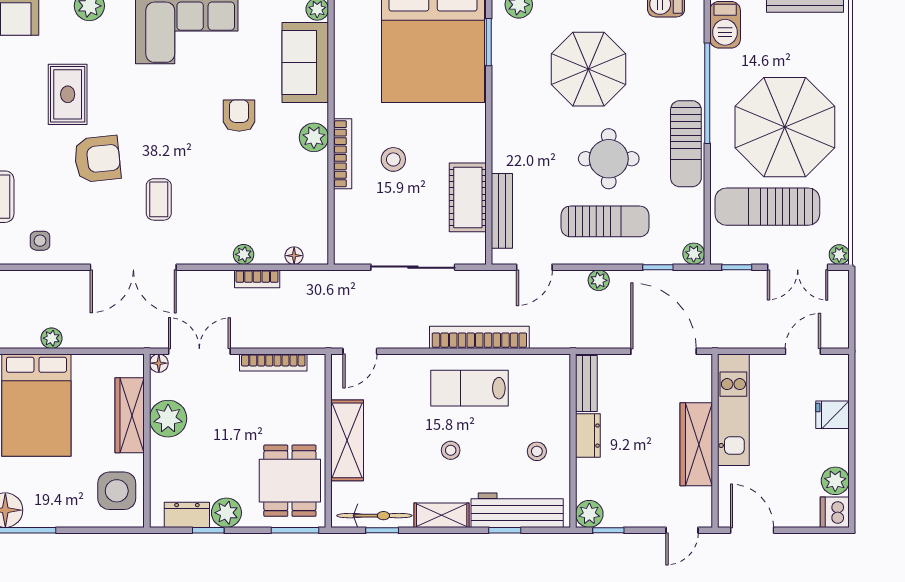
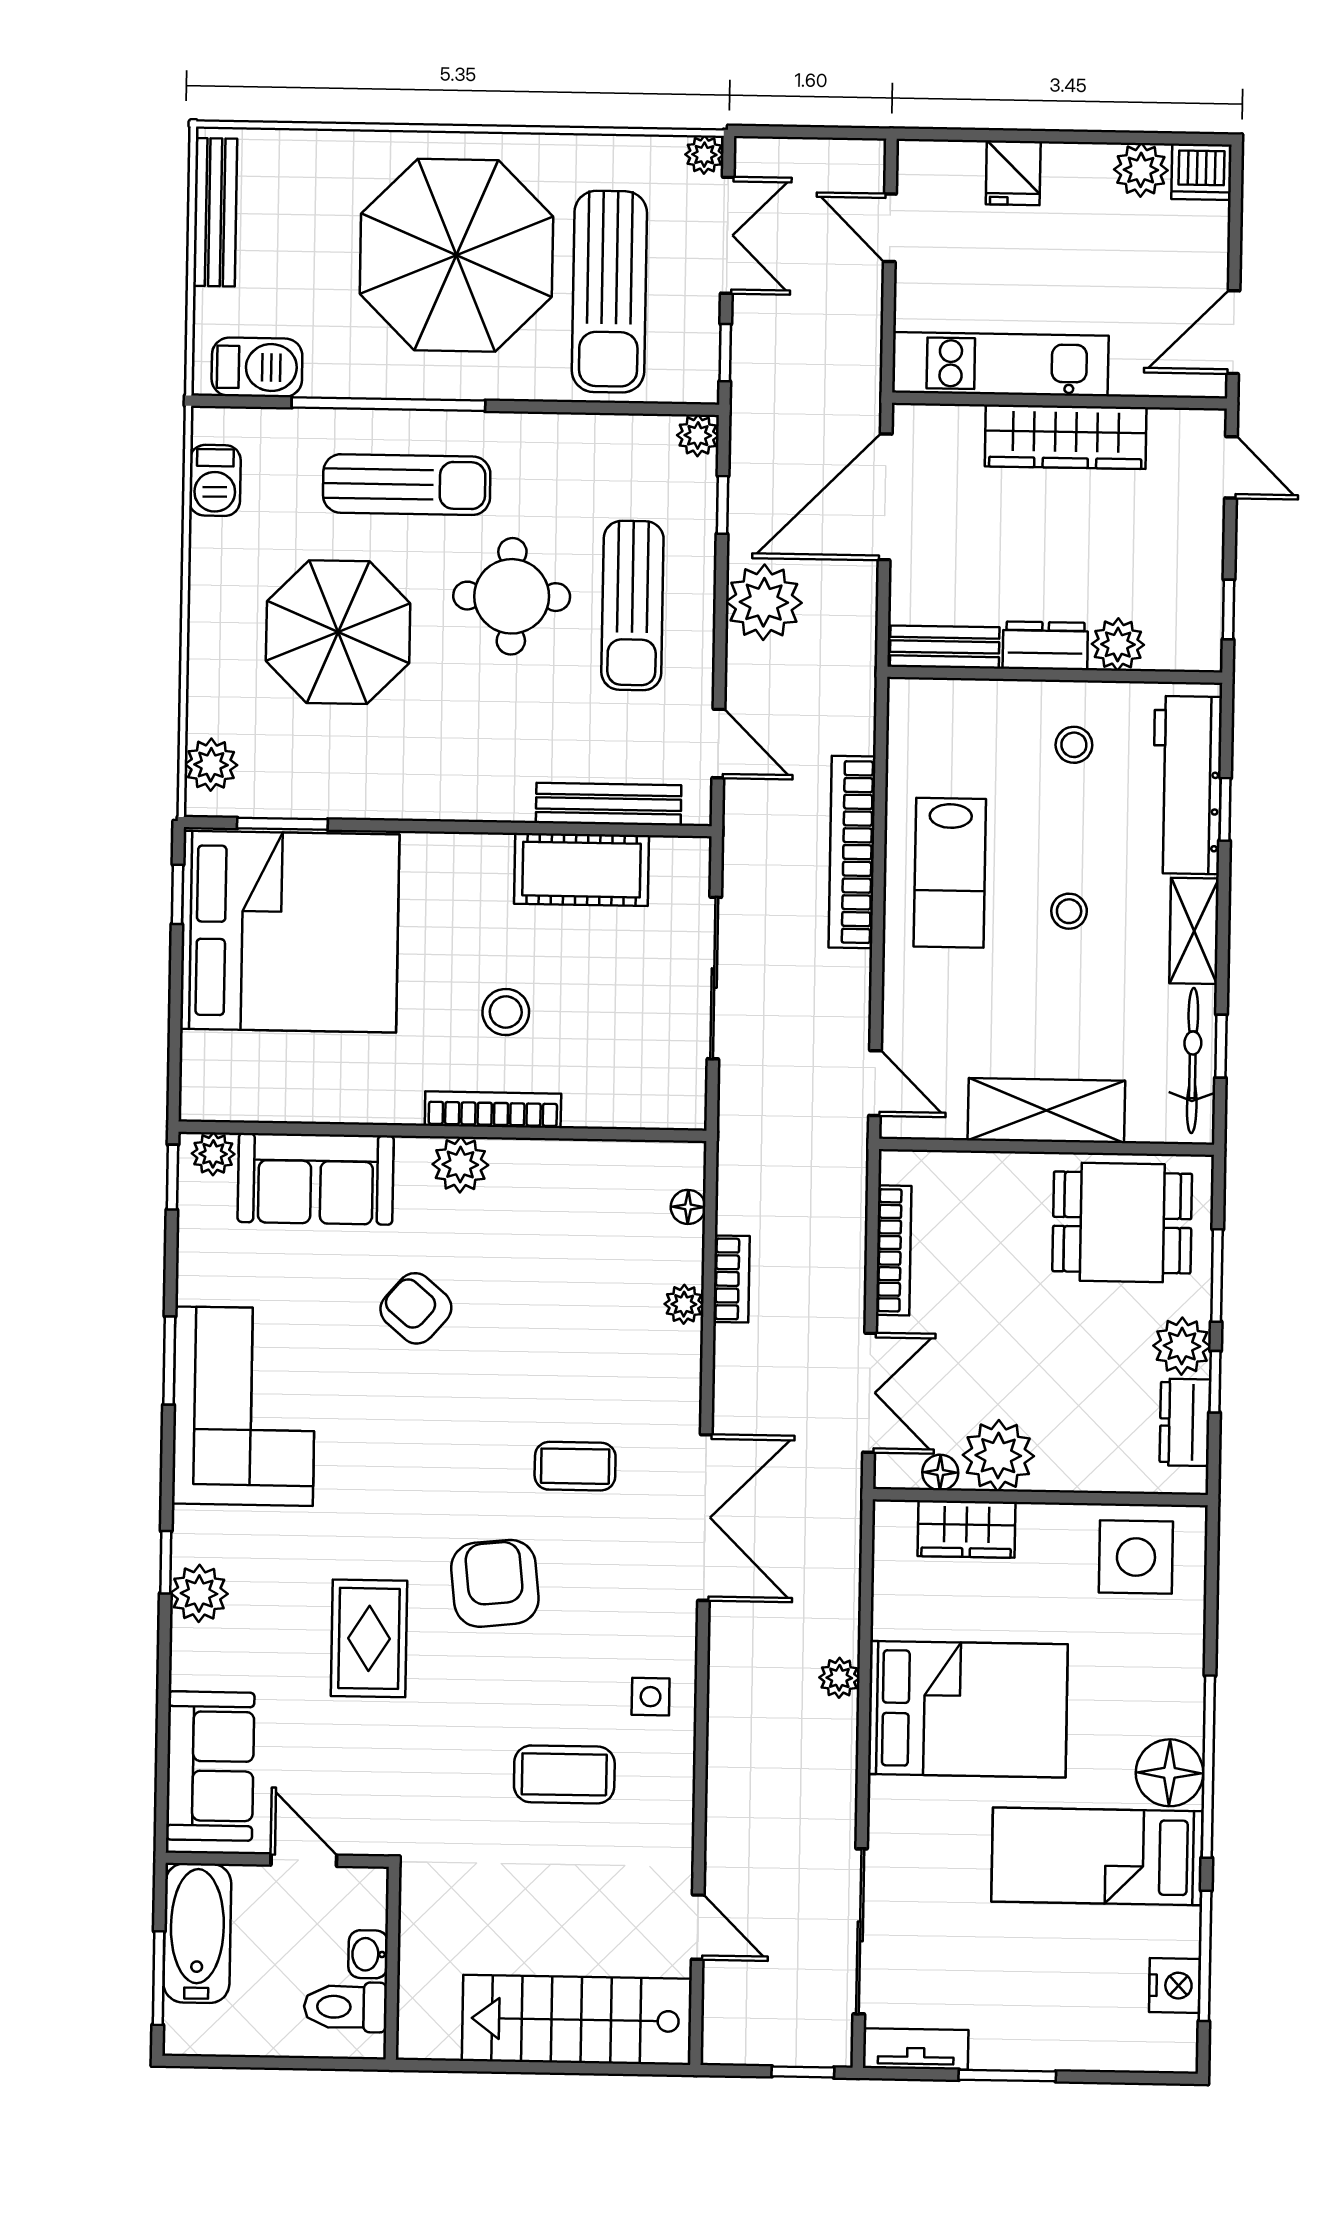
rug: (68, 94) -> (369, 1638), turned 90
armchair: (239, 116) -> (416, 1308), turned 41
sun lounger: (686, 144) -> (407, 485), moved
sun lounger: (605, 221) -> (632, 606), turned 180
plant: (599, 280) -> (764, 602), width x1.88, depth x1.88
double door: (199, 351) -> (870, 1393), swing flipped
floor lamp: (159, 363) -> (940, 1472), moved
wardrobe: (130, 415) -> (966, 1529), width x0.67
plant: (589, 514) -> (1118, 644), moved
window: (295, 530) -> (1217, 1276), moved

